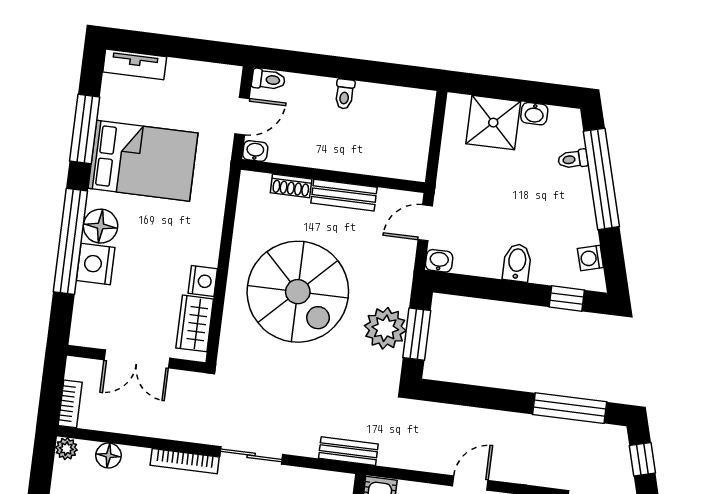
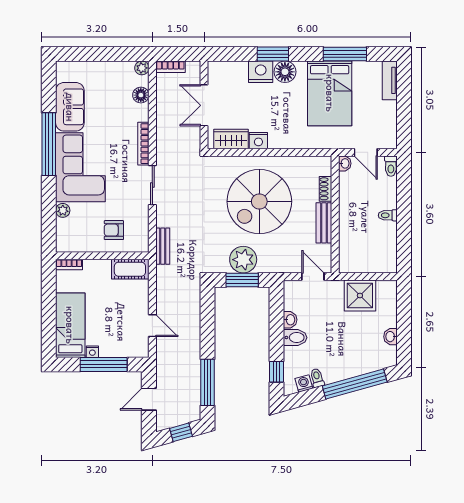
shower: (493, 123) -> (360, 295), moved
toilet: (573, 159) -> (317, 378), moved
window: (70, 241) -> (273, 54), width x0.47
washbasin: (439, 261) -> (290, 320), moved

